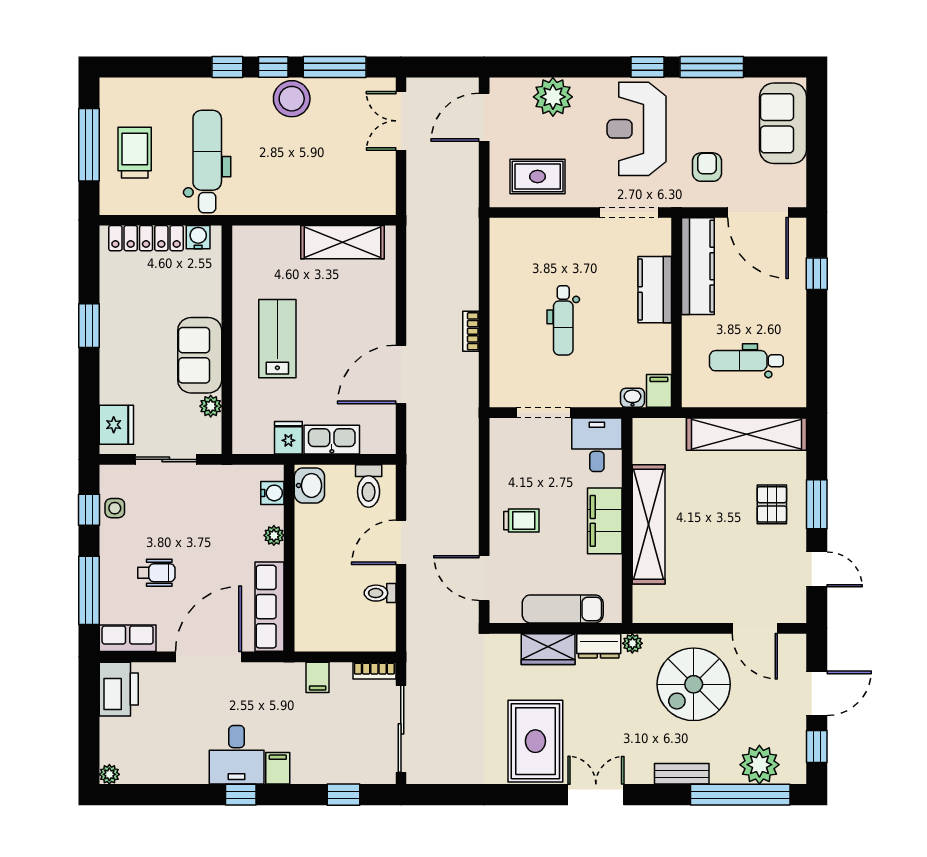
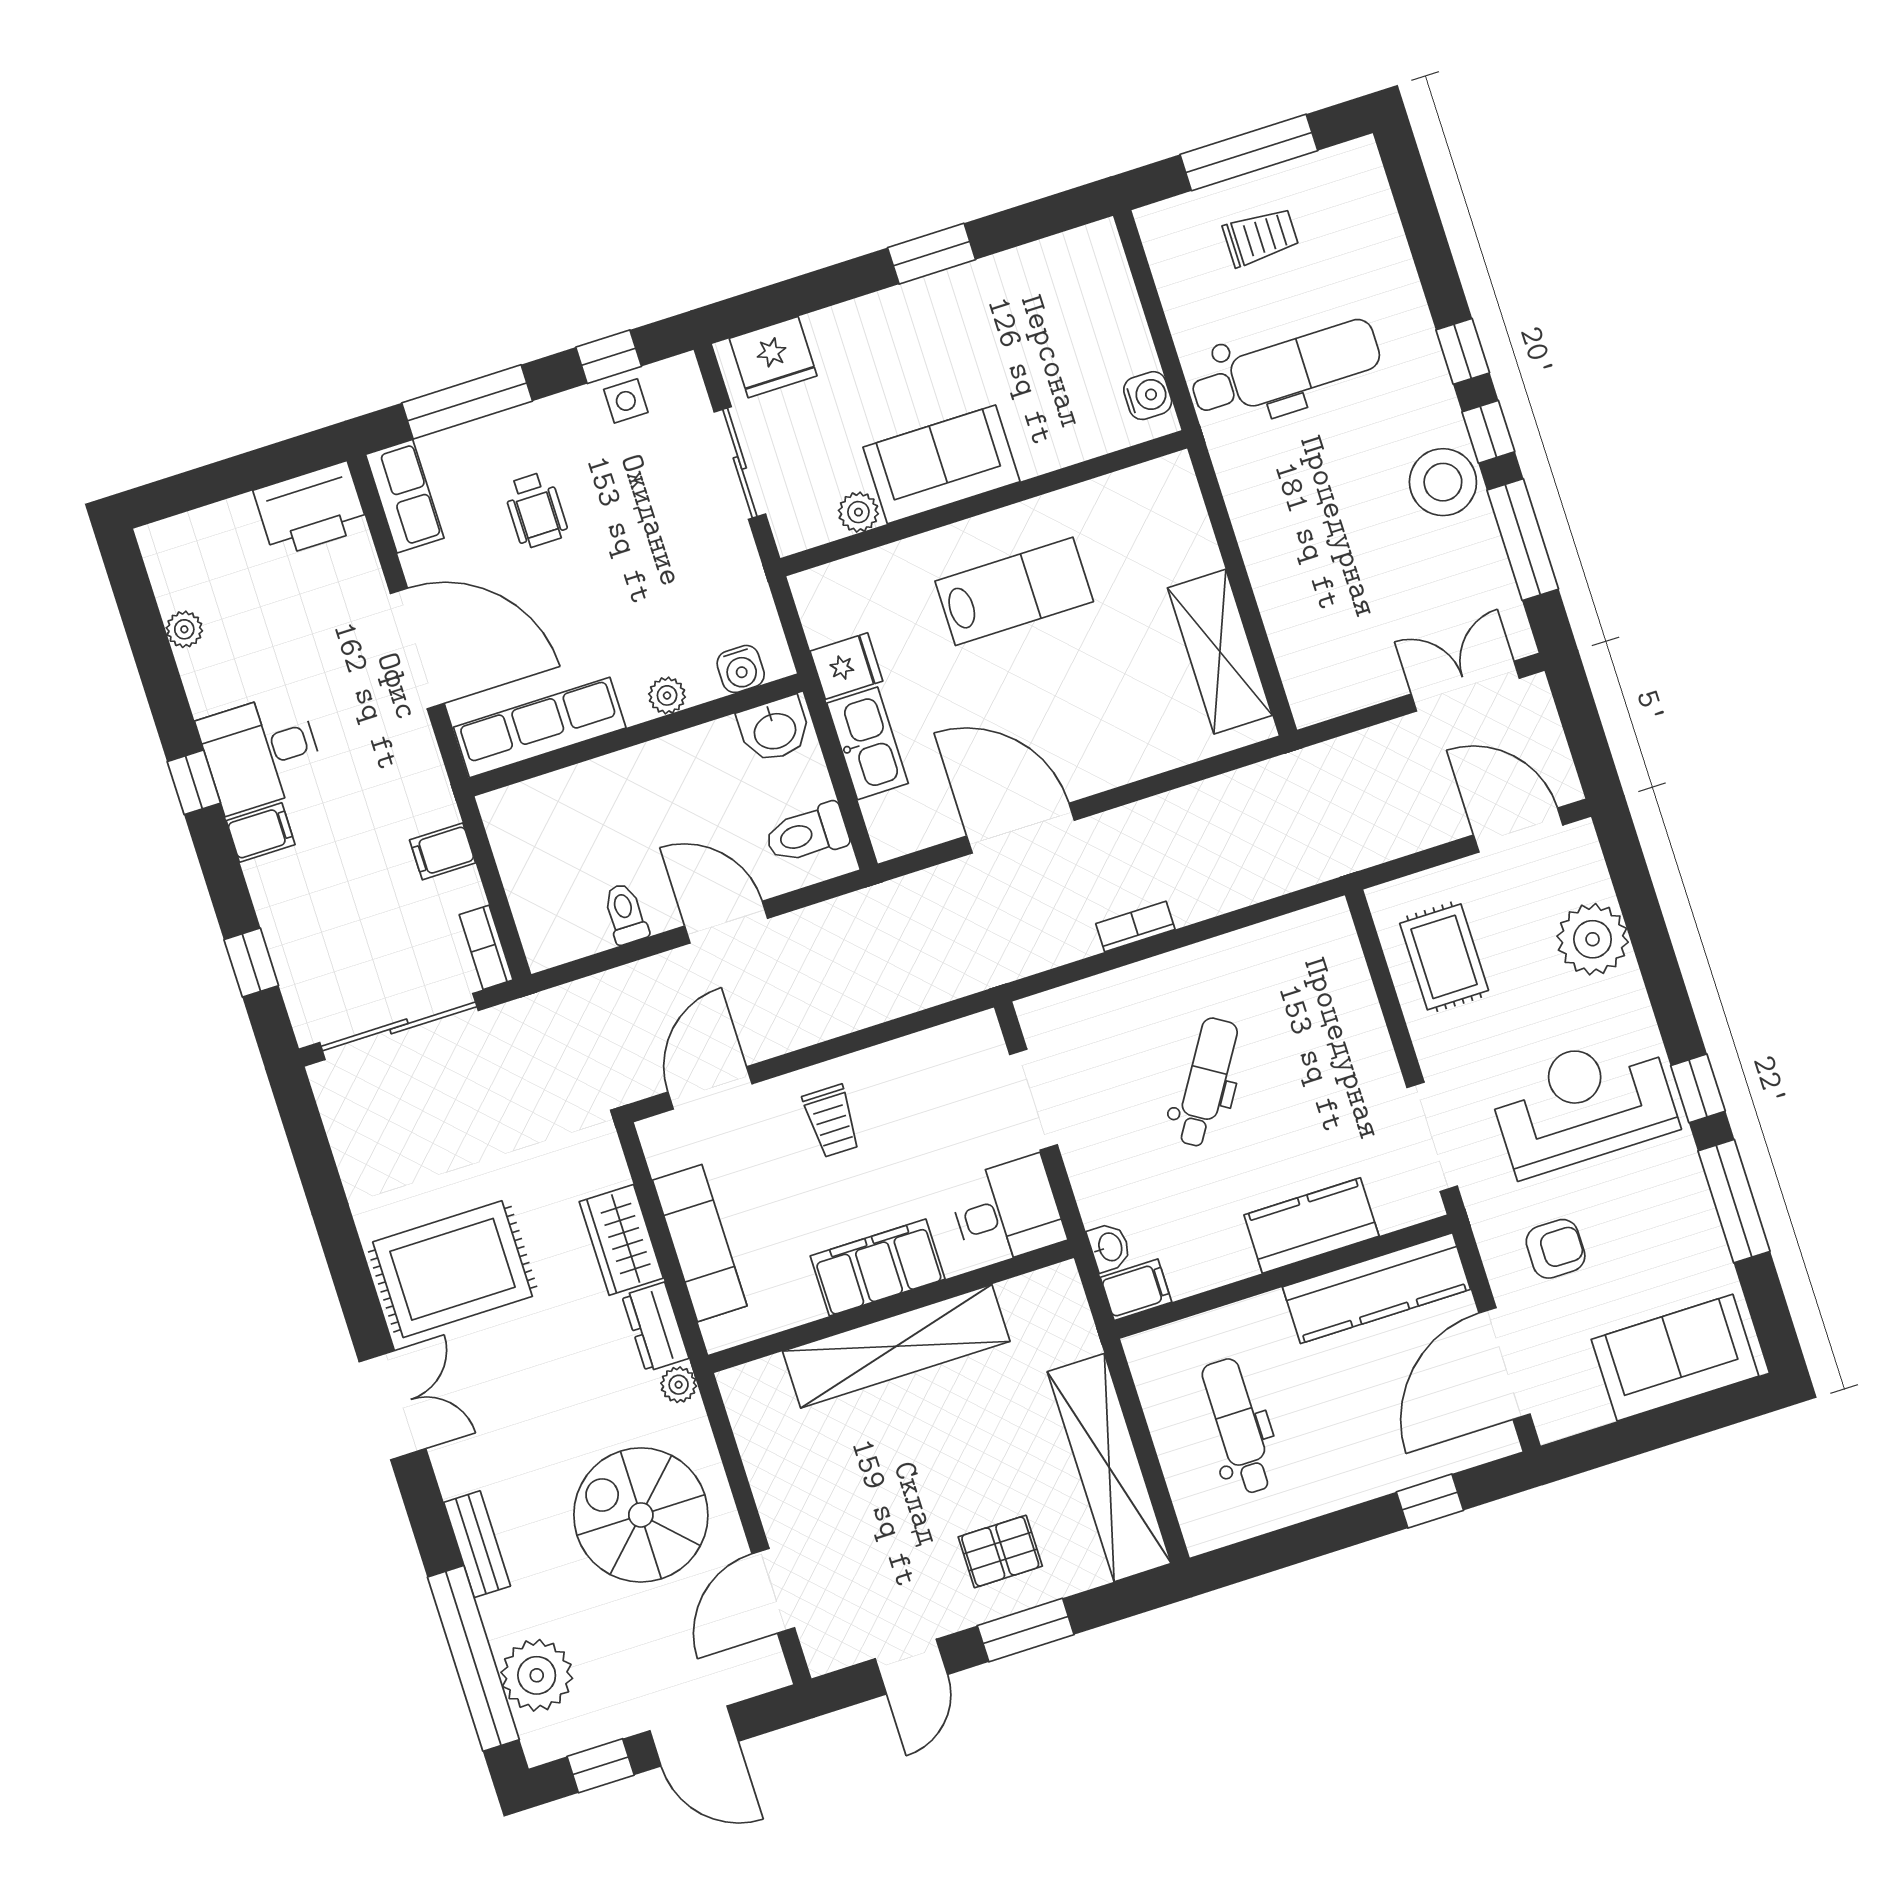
trolley: (135, 153) -> (1261, 237), width x0.73, depth x0.72
locker: (146, 238) -> (1117, 305), removed
dental chair: (563, 320) -> (1206, 1082), turned 122
plant: (109, 774) -> (184, 629), moved

